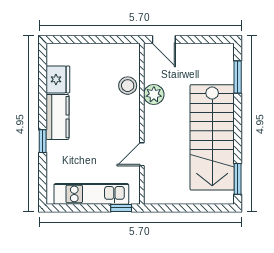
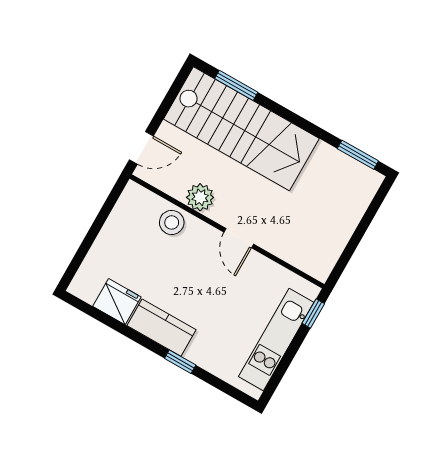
stairs: (212, 137) -> (241, 129), moved
door: (142, 154) -> (239, 238), moved

